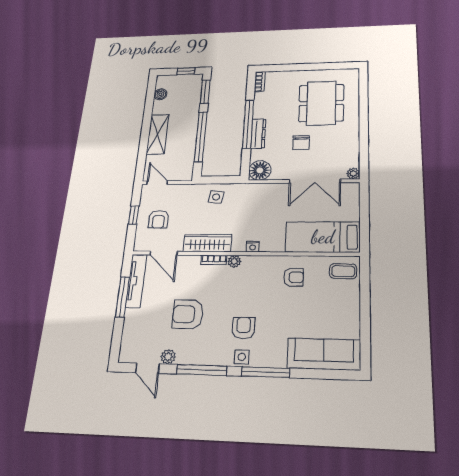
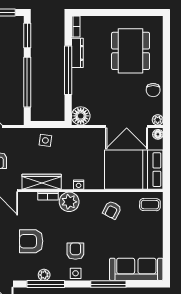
dresser: (258, 134) -> (77, 53), moved
chair: (301, 143) -> (153, 90), moved
floor lamp: (353, 189) -> (158, 134), added
bed: (323, 237) -> (134, 170), width x1.50
plant: (234, 261) -> (69, 202), width x1.87, depth x1.87
armchair: (294, 277) -> (112, 210), turned 118
plant: (168, 357) -> (44, 275), moved
window: (266, 372) -> (108, 284), moved

